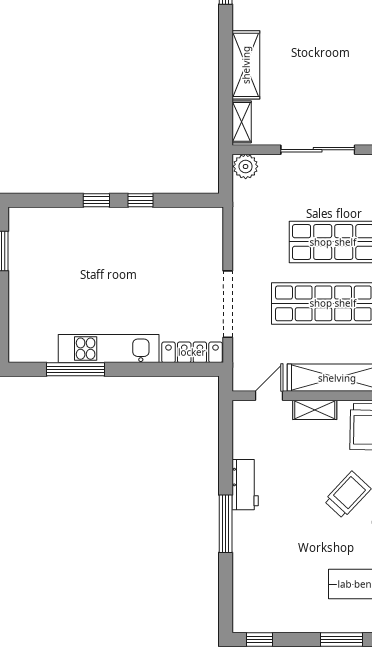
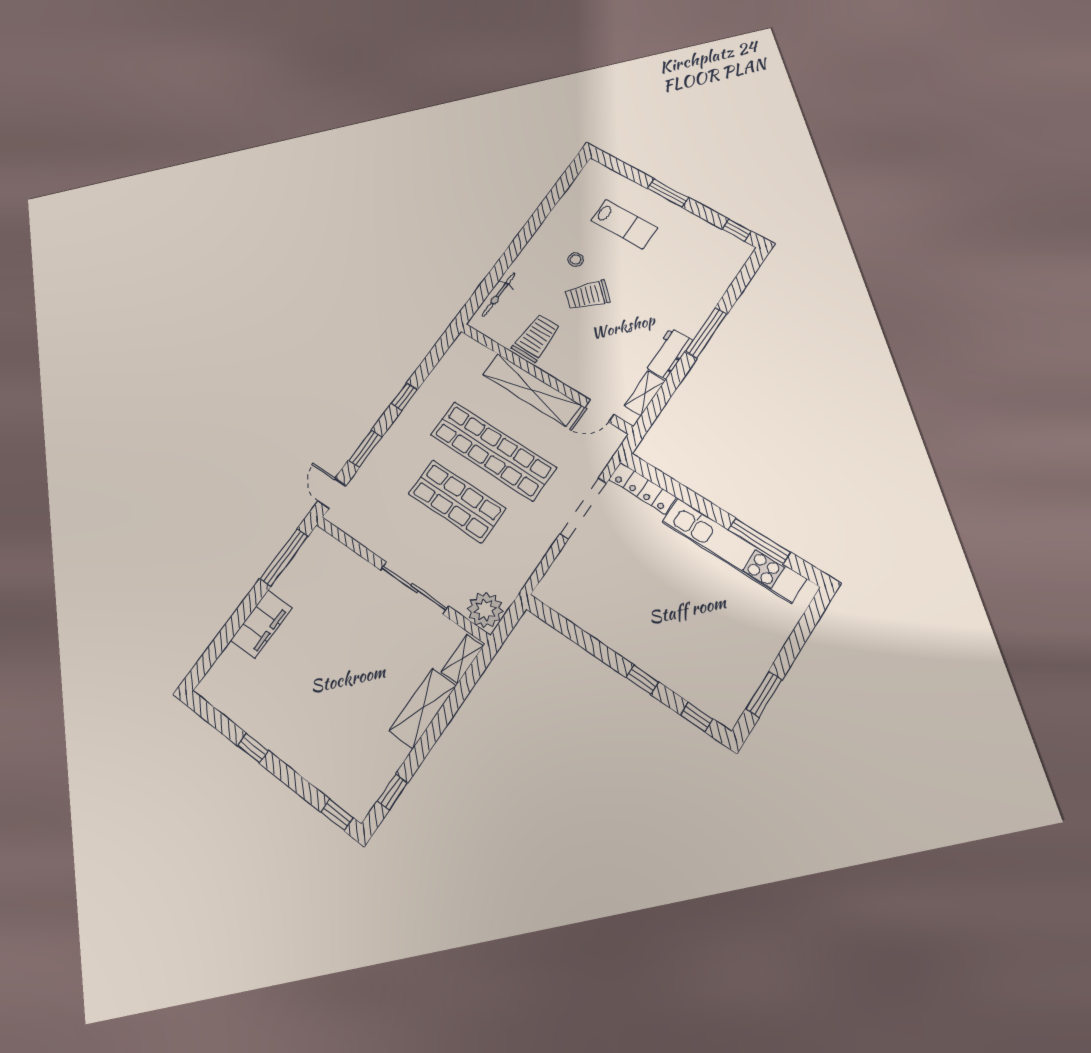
plant: (246, 166) -> (485, 610), width x1.36, depth x1.36
window: (141, 200) -> (697, 717), moved
kitchen unit: (109, 349) -> (734, 550), width x1.36
shelving: (315, 410) -> (645, 393), moved, turned 90

